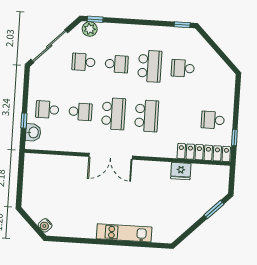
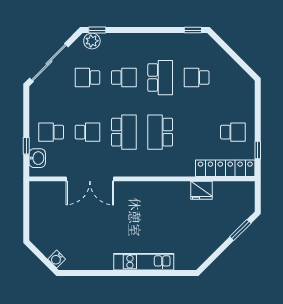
school desk: (147, 116) -> (160, 132), turned 180
school desk: (213, 120) -> (233, 132), turned 180
double door: (111, 156) -> (90, 179), moved

